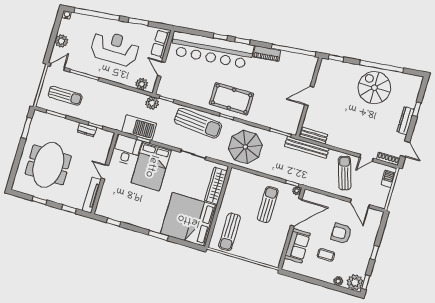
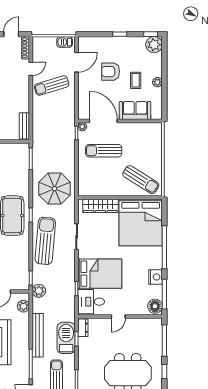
barbecue: (139, 128) -> (66, 338), moved
dresser: (87, 130) -> (83, 328), moved
bench: (307, 147) -> (38, 335), moved
door: (366, 158) -> (31, 69), hinge flipped
barbecue: (388, 179) -> (65, 42), moved
tv unit: (92, 195) -> (144, 323), removed
window: (69, 209) -> (164, 341), width x2.17
floor lamp: (105, 210) -> (155, 306), added
nightstand: (132, 218) -> (155, 277), added
window: (113, 222) -> (164, 294), width x2.17
sun lounger: (230, 232) -> (141, 180), turned 32
armchair: (341, 233) -> (111, 72), turned 90
window: (158, 235) -> (164, 247), width x2.11
plant: (338, 281) -> (157, 82), moved

